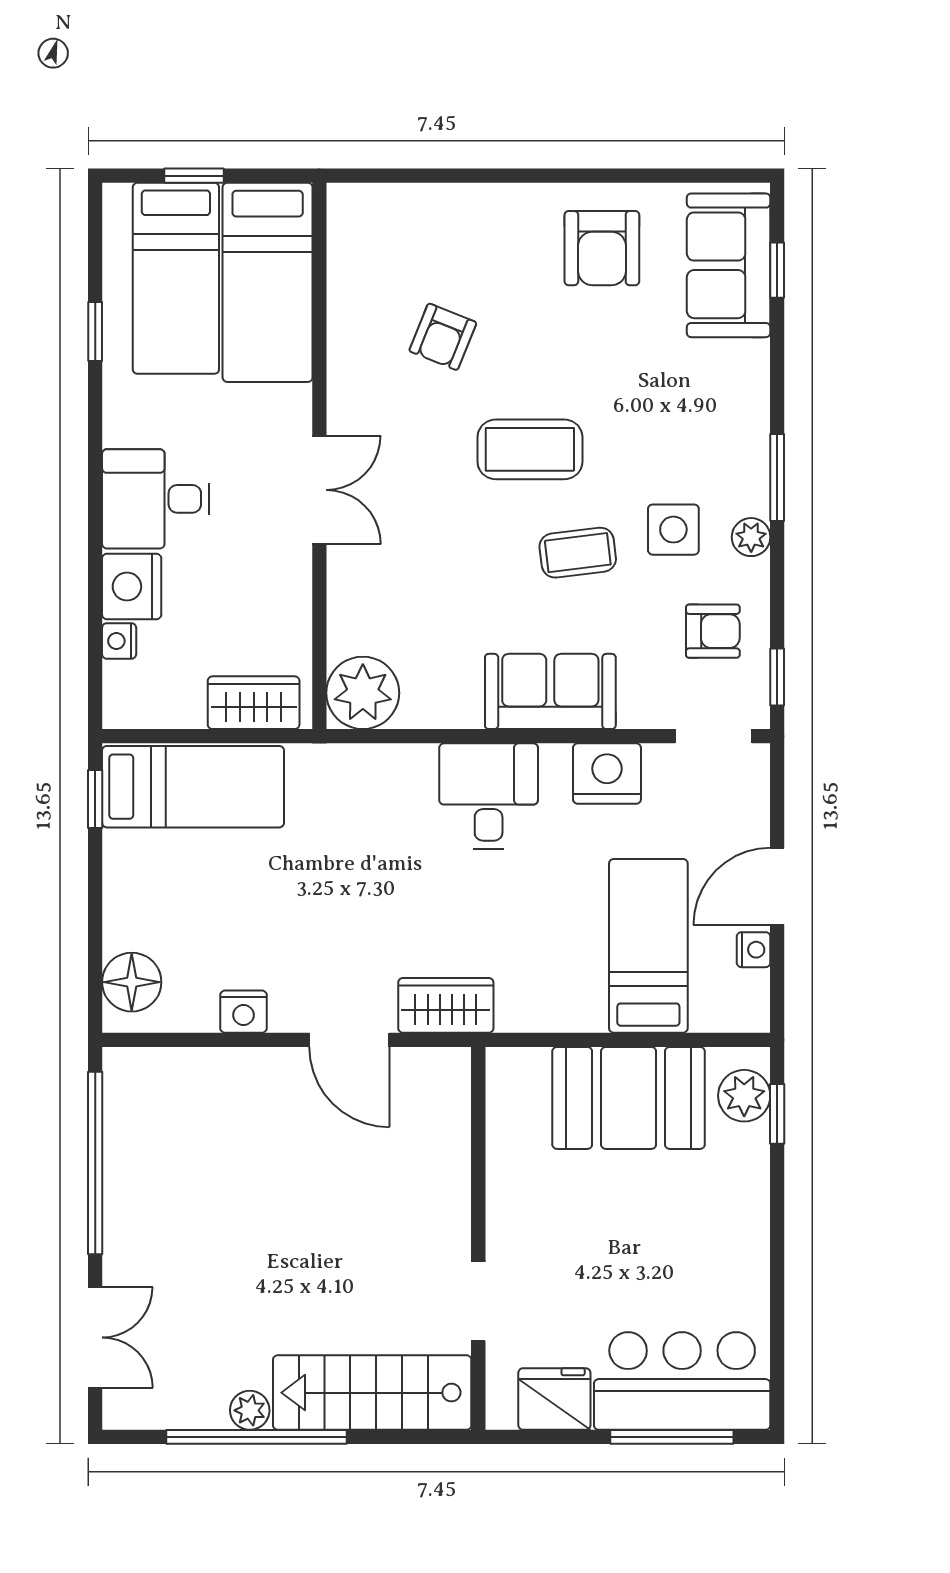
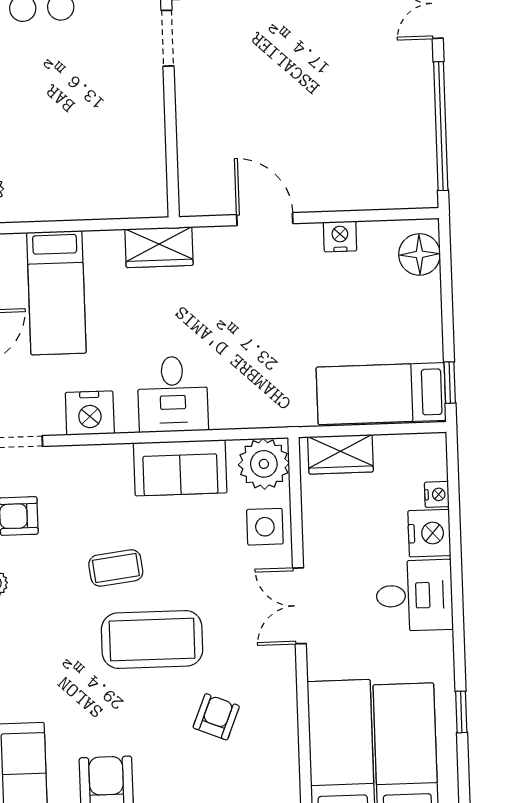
coffee table: (530, 449) -> (152, 640), width x1.36, depth x1.32
side table: (673, 530) -> (265, 527), moved
sofa: (550, 691) -> (180, 468), moved
wardrobe: (446, 1005) -> (159, 247), moved
booth: (629, 1098) -> (67, 185), removed

